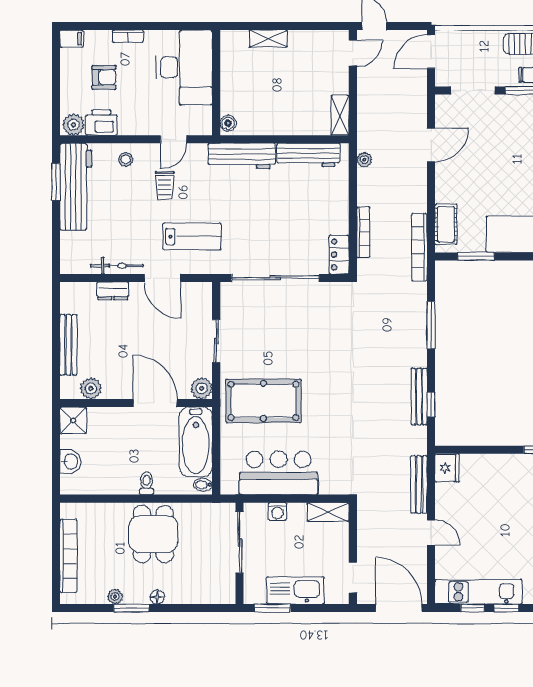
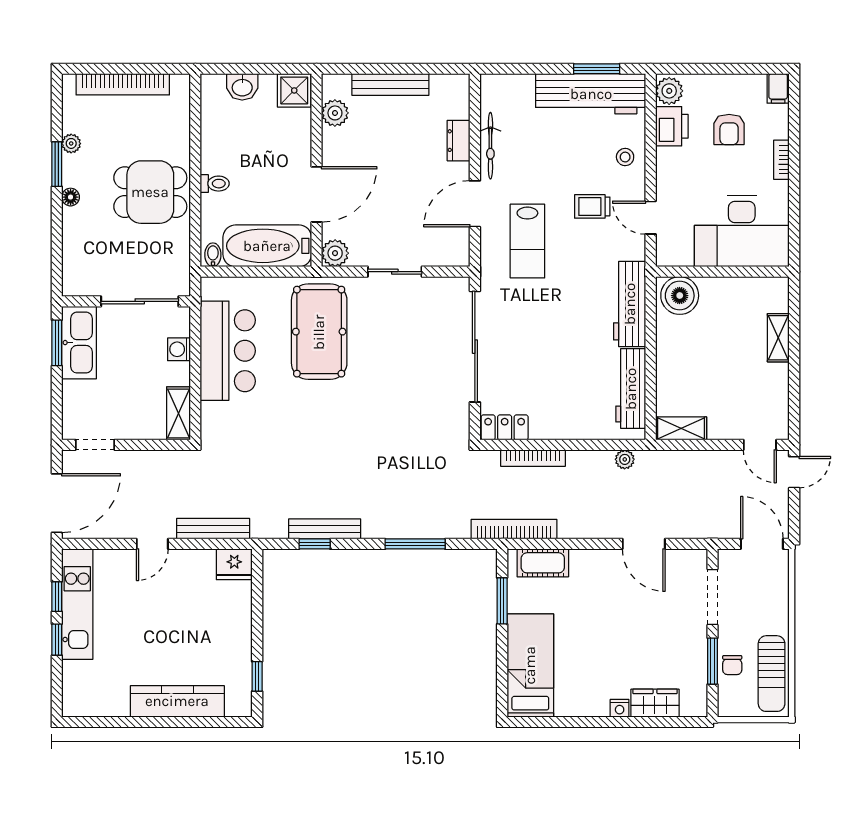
boiler: (228, 123) -> (680, 296), width x1.86, depth x1.86
kitchen sink: (295, 590) -> (79, 343), moved

